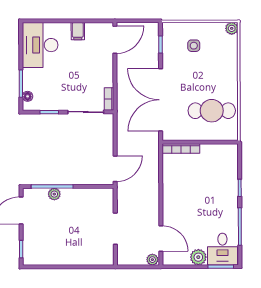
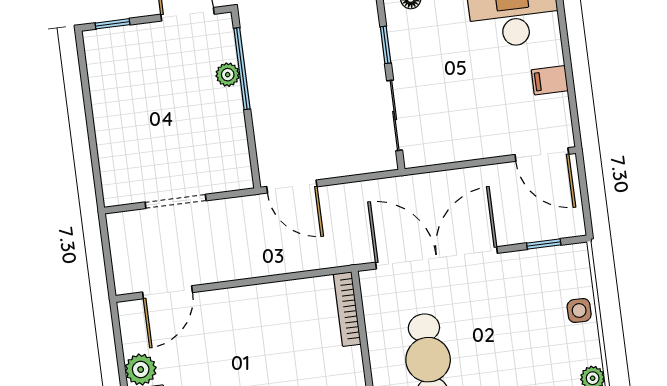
side table: (194, 46) -> (579, 311), moved
bookcase: (109, 99) -> (425, 157), removed
plant: (152, 260) -> (125, 281), removed

